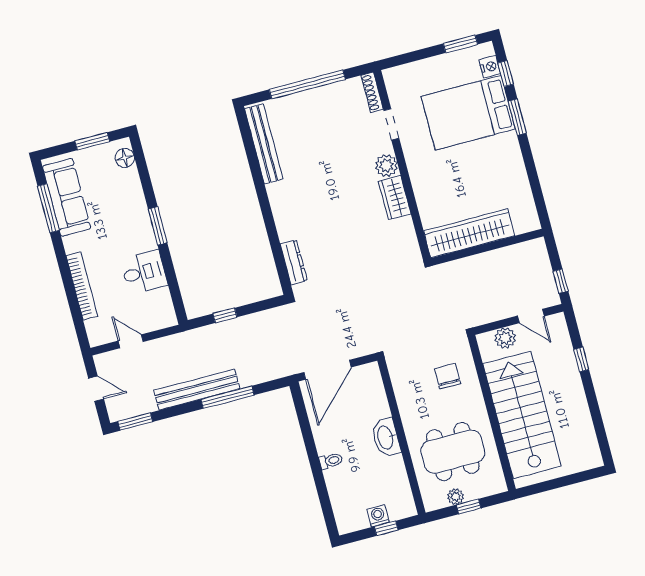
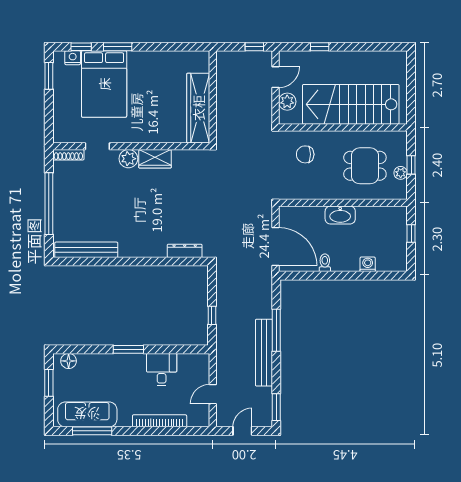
dining table: (453, 452) -> (365, 166), width x0.73
toilet: (331, 461) -> (325, 263), moved
washing machine: (378, 516) -> (368, 264), moved, turned 90

